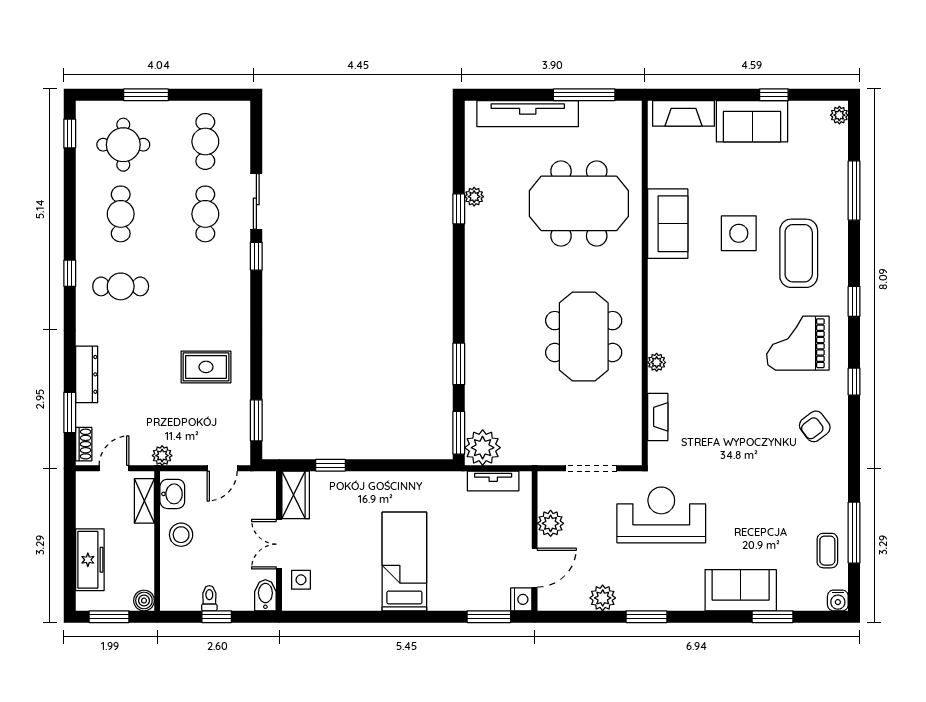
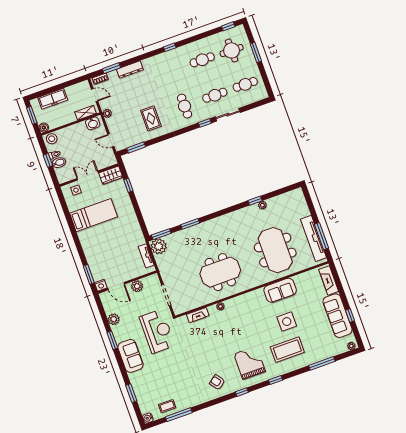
tv unit: (528, 114) -> (313, 238), moved
sofa: (752, 121) -> (338, 316), width x1.36
cafe table: (121, 286) -> (185, 106), moved
stool: (181, 535) -> (52, 139), moved
bed: (404, 561) -> (94, 215), moved
sofa: (741, 590) -> (130, 356), moved
bidet: (265, 595) -> (59, 163), moved

